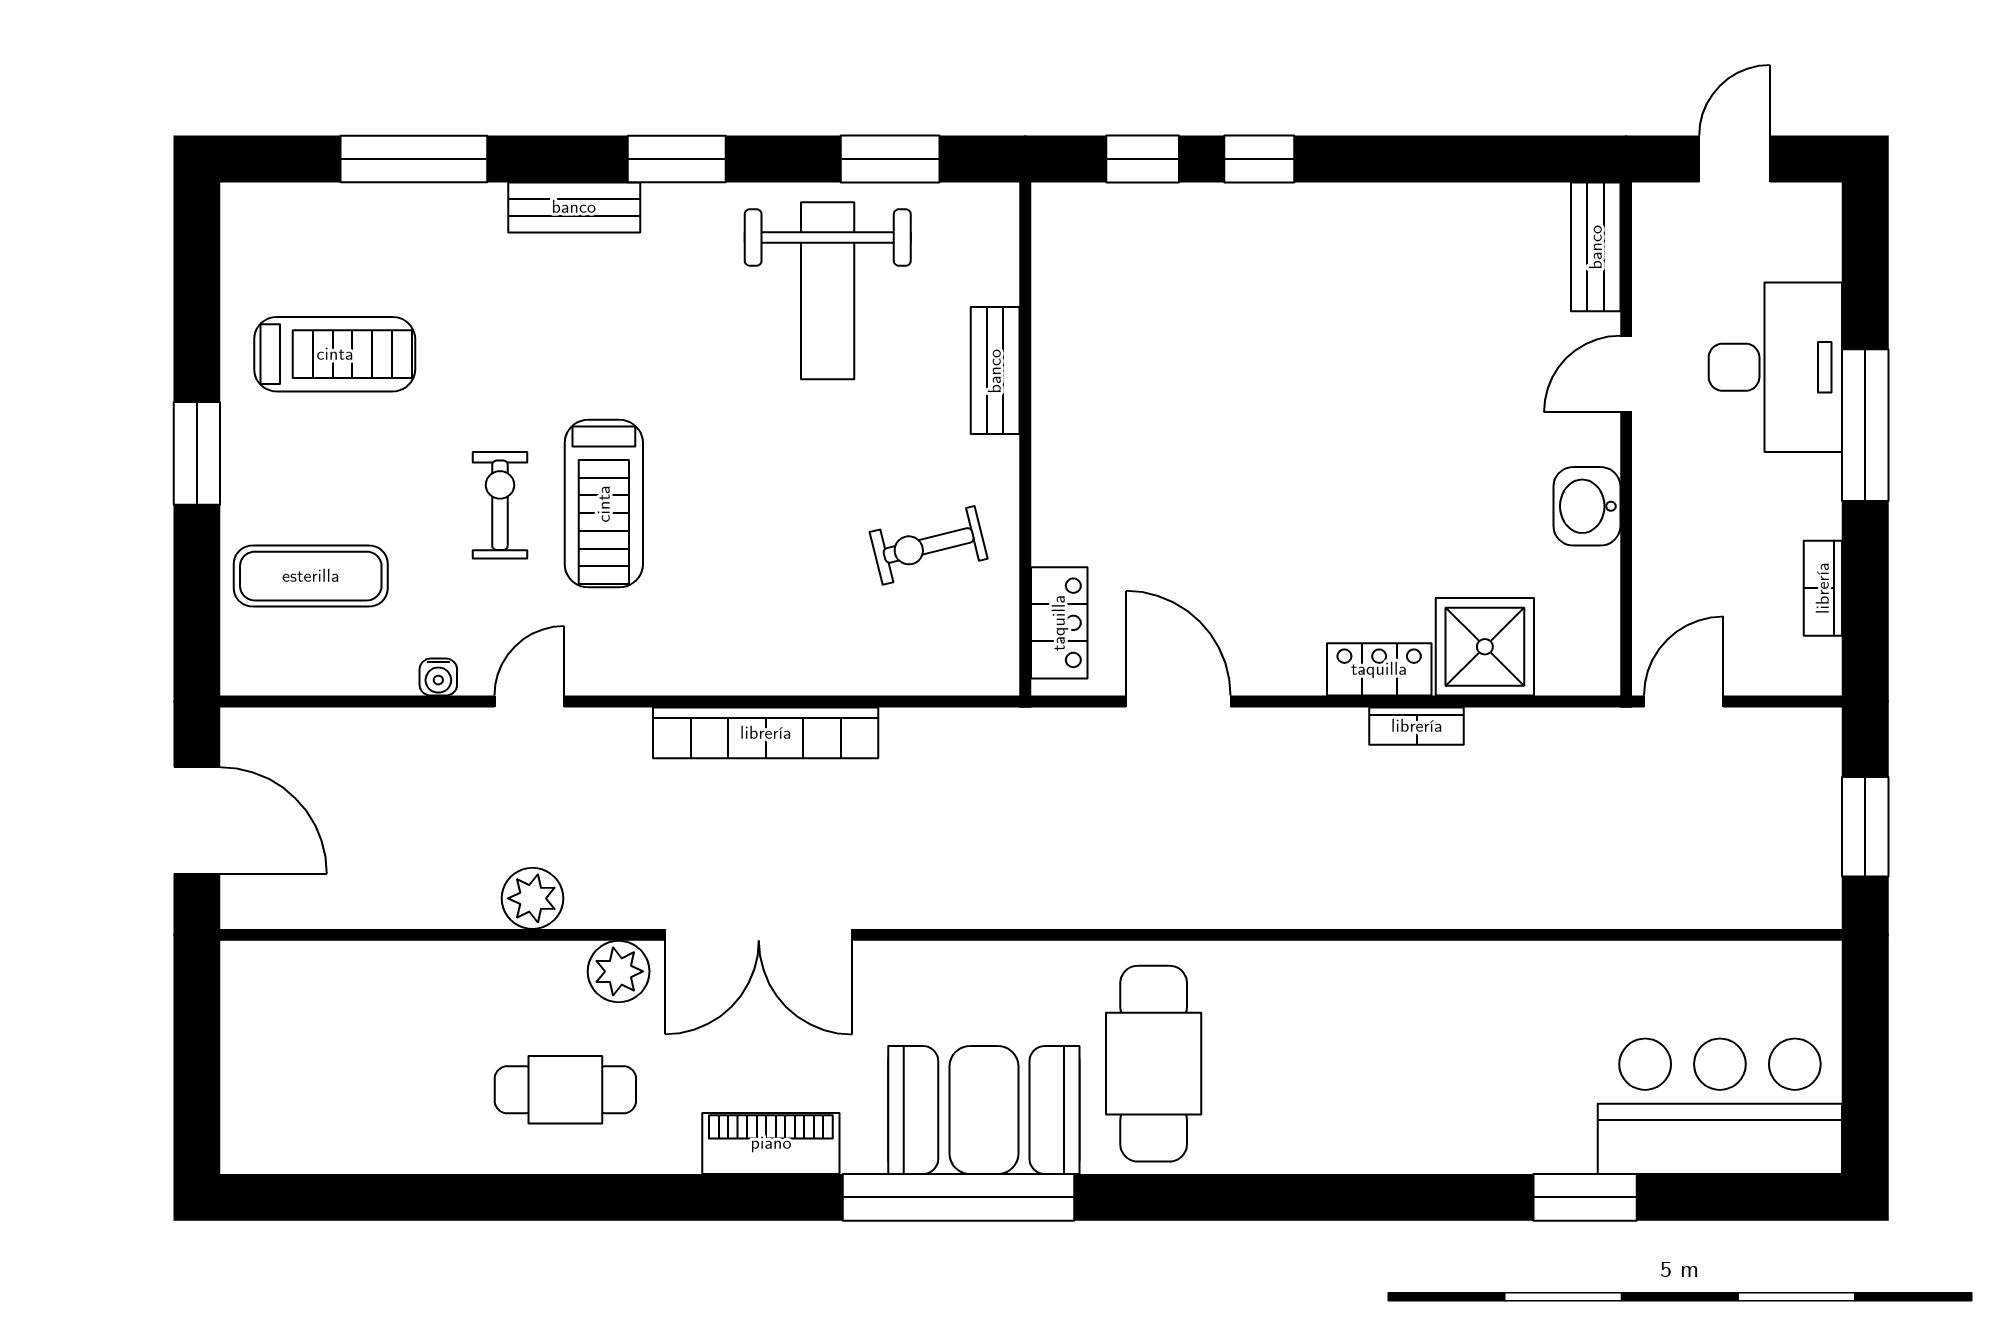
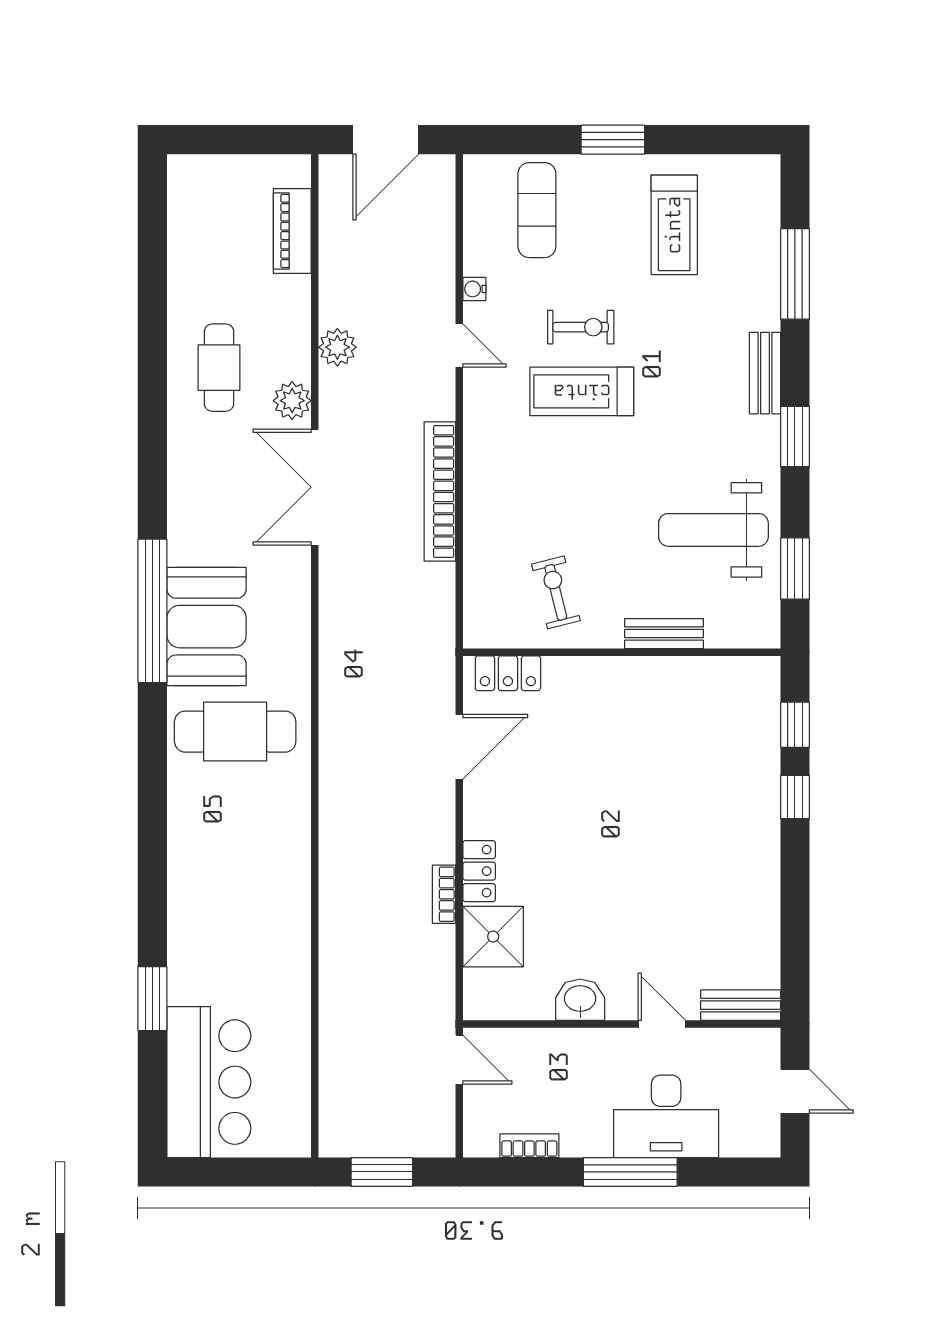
piano: (771, 1143) -> (292, 231), moved, turned 180

